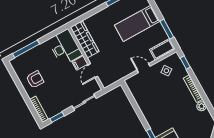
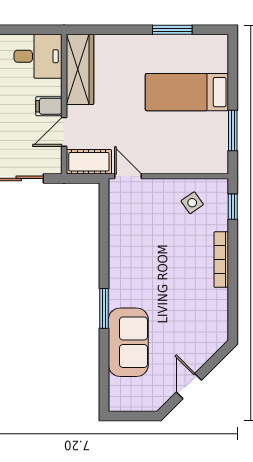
desk: (65, 47) -> (38, 56), width x0.73
cot: (162, 49) -> (89, 162), moved
door: (144, 68) -> (128, 176), moved
plant: (202, 106) -> (219, 298), removed

